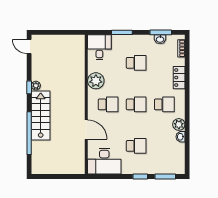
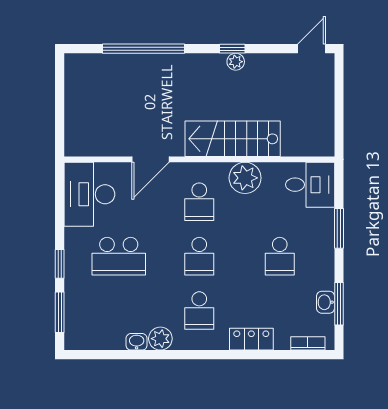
stairs: (41, 115) -> (233, 139), moved, turned 180
school desk: (136, 146) -> (119, 256), width x1.85

